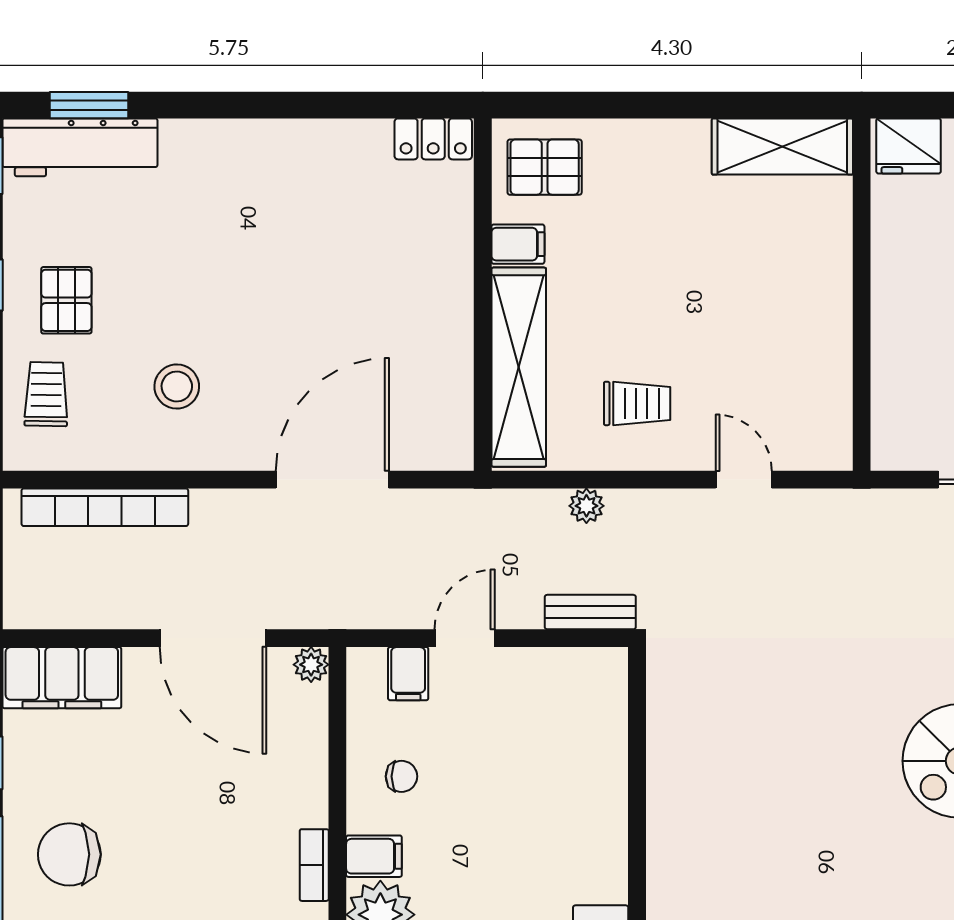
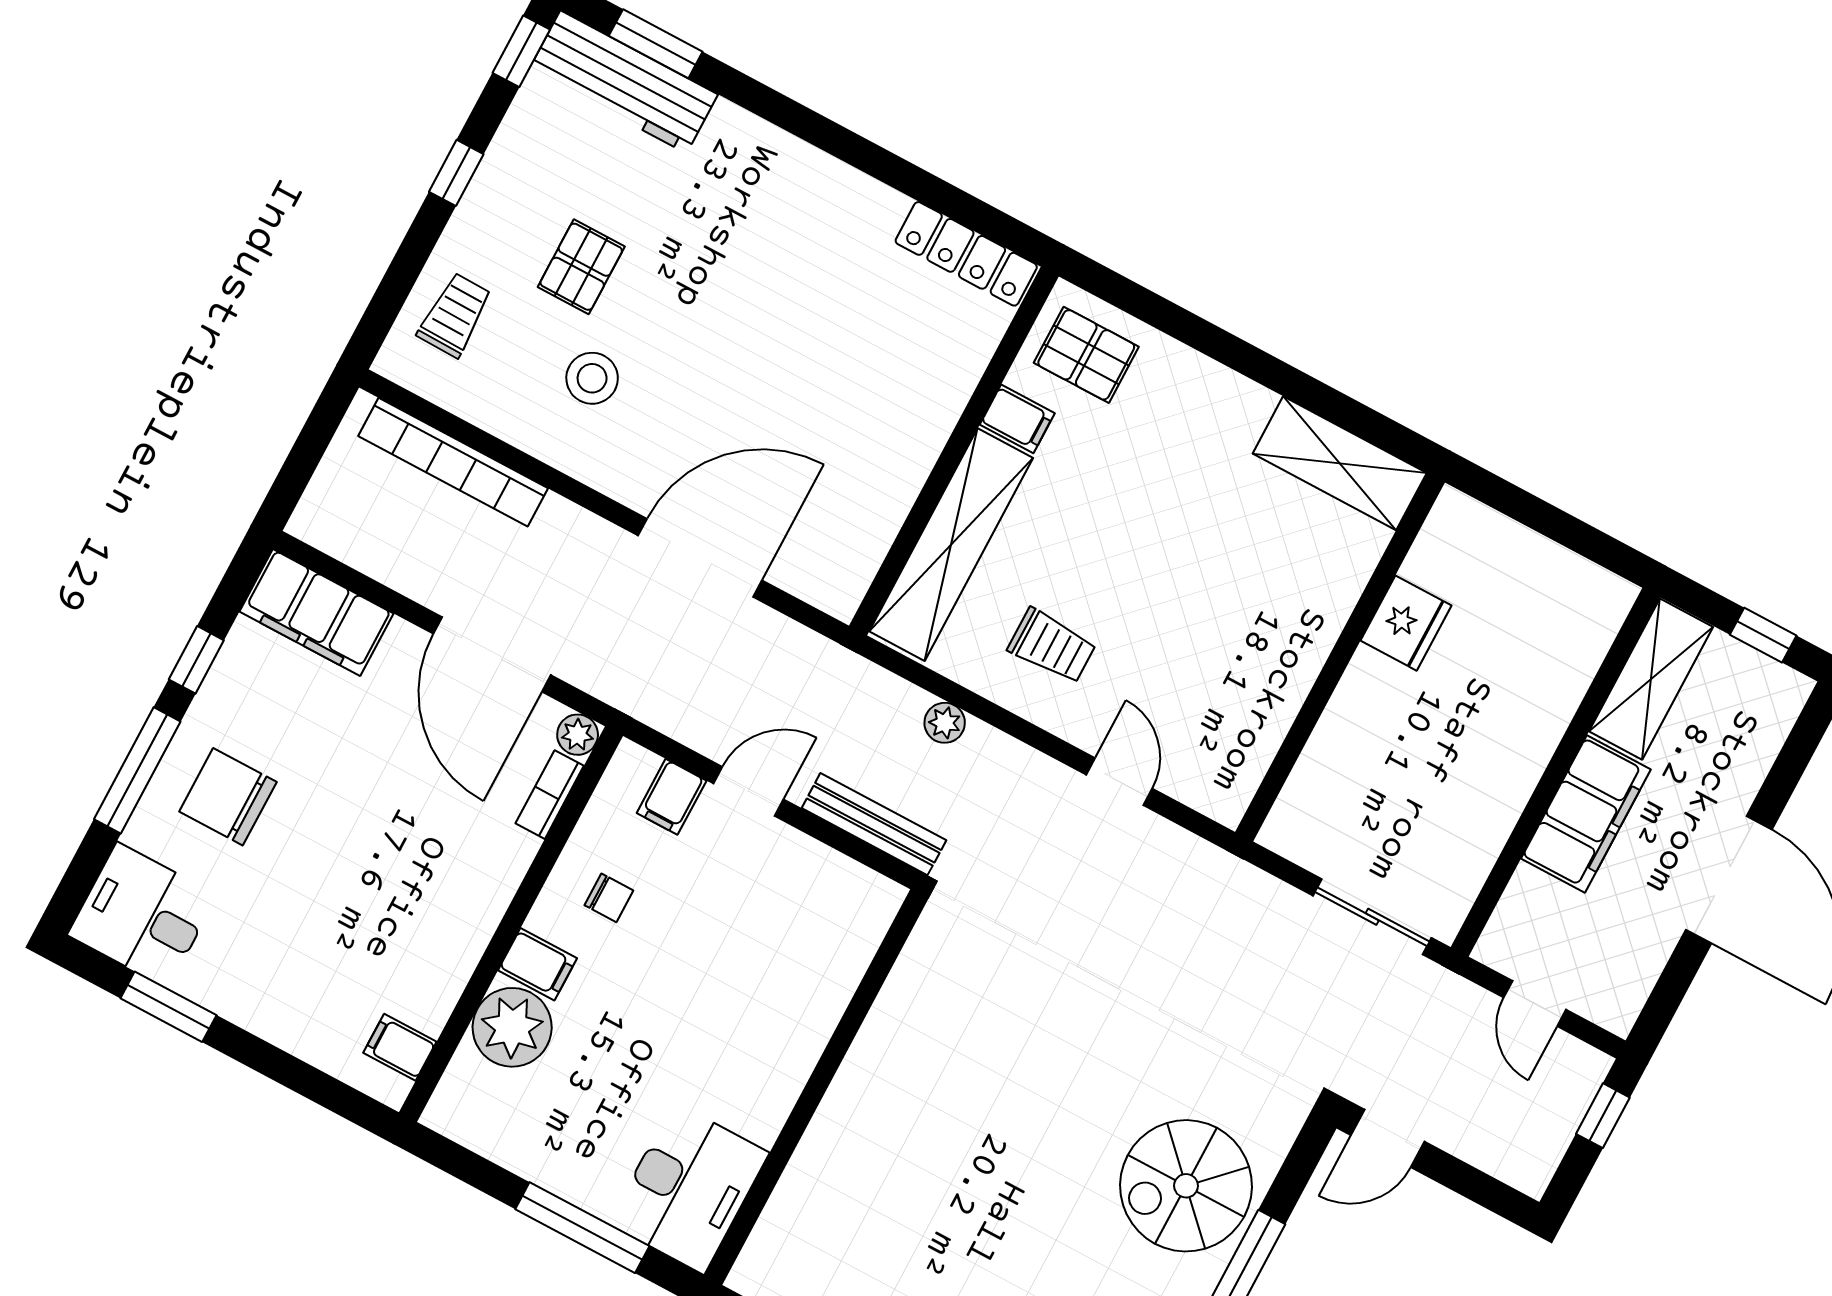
locker: (433, 139) -> (966, 254), width x1.53
fridge: (909, 146) -> (1406, 623), moved, turned -90
pallet: (66, 300) -> (581, 267), moved
bench: (590, 612) -> (874, 824), width x1.36
bookcase: (314, 865) -> (550, 795), moved

